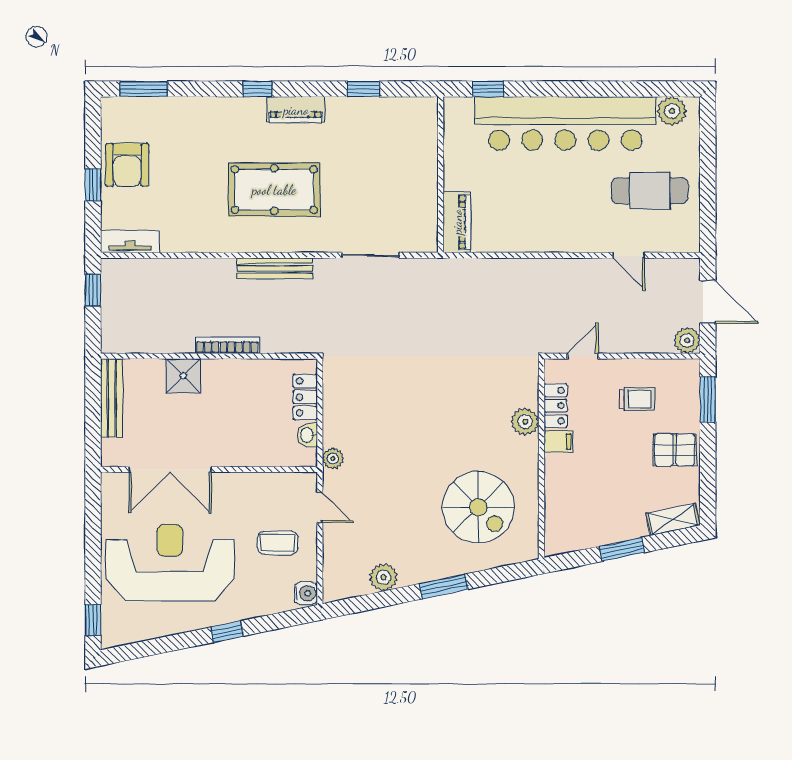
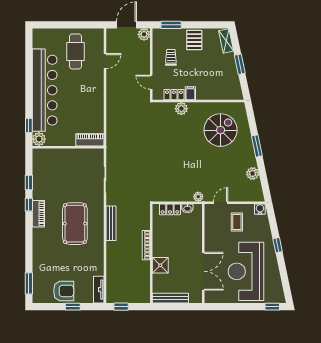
window: (257, 89) -> (29, 205), moved
plant: (672, 111) -> (39, 139), moved

